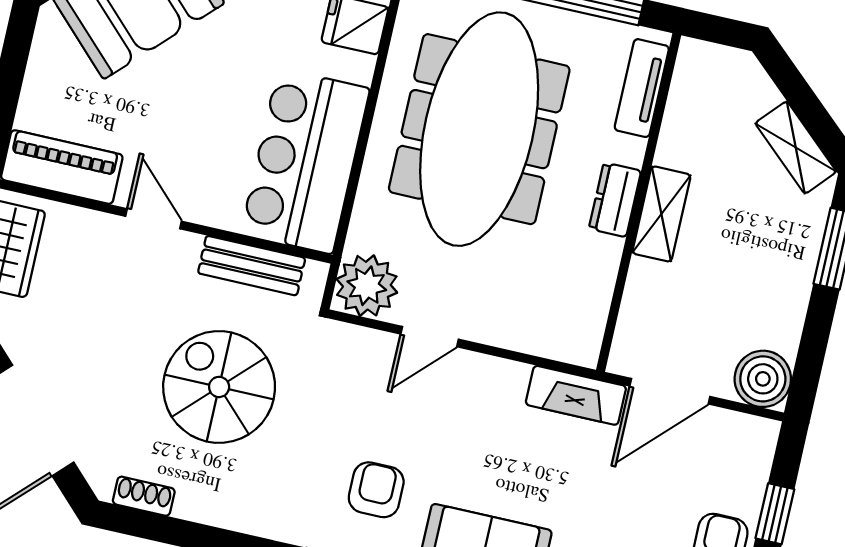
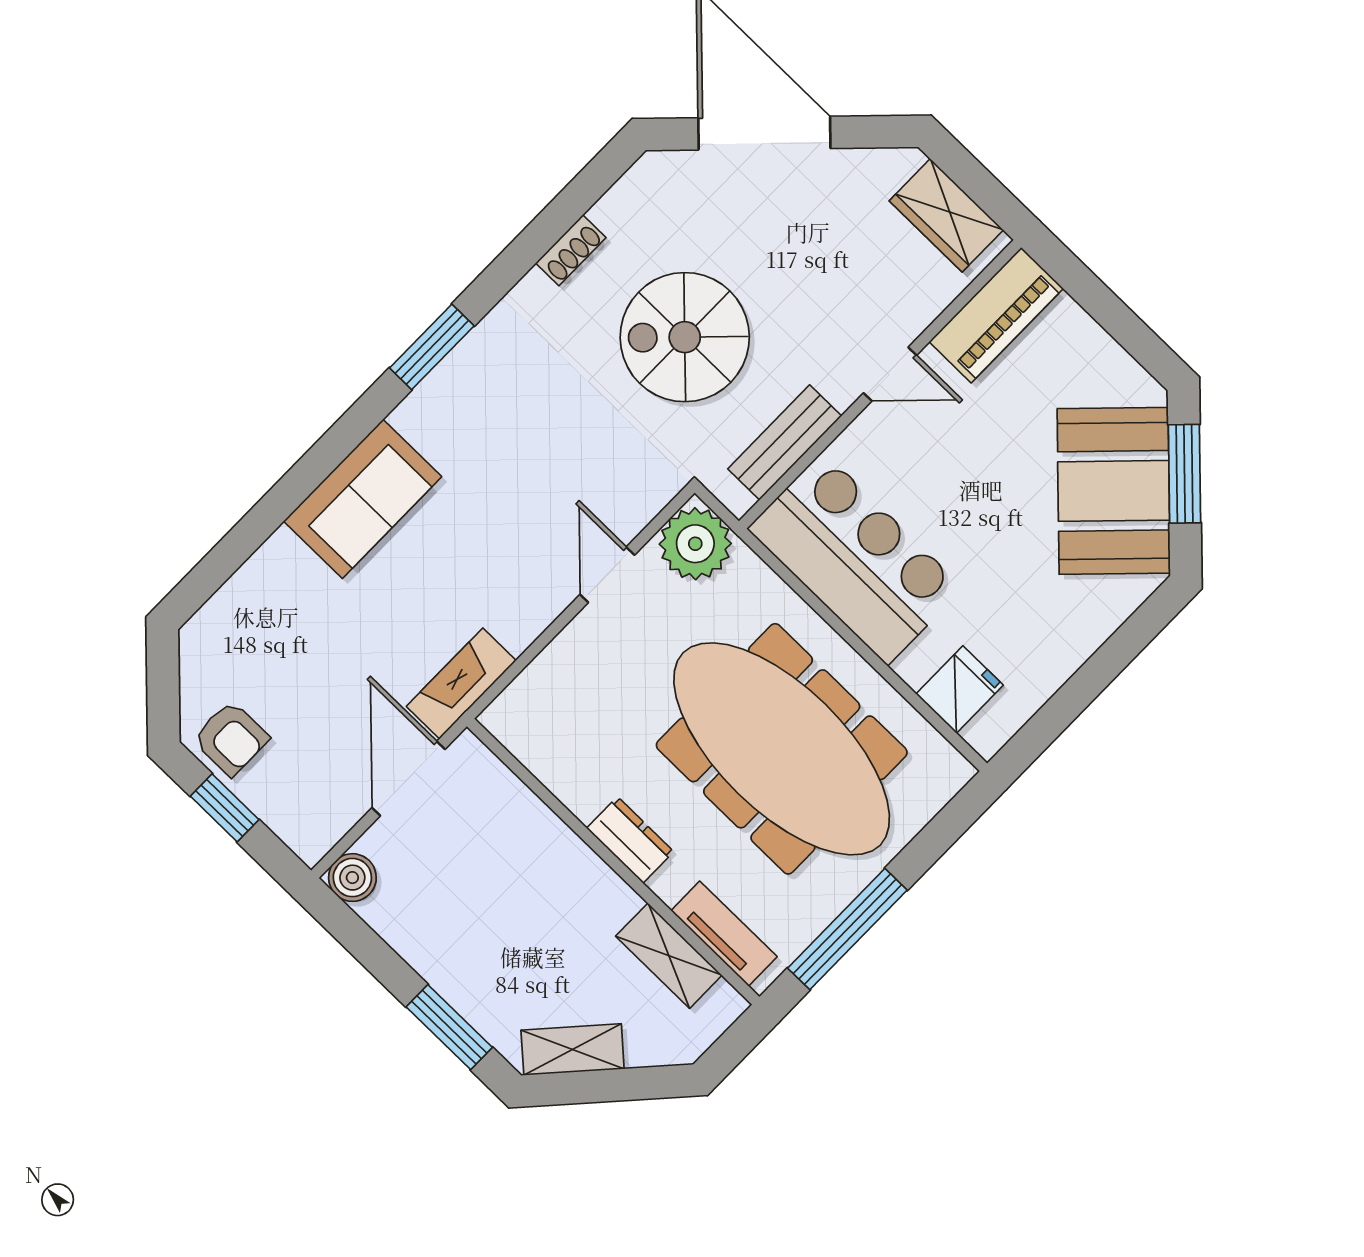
shelving: (661, 214) -> (669, 956), moved
boiler: (763, 379) -> (352, 878), width x0.73, depth x0.73
spiral stairs: (219, 387) -> (685, 337), turned 180
armchair: (376, 490) -> (489, 430), removed
shoe rack: (144, 496) -> (571, 250), moved

